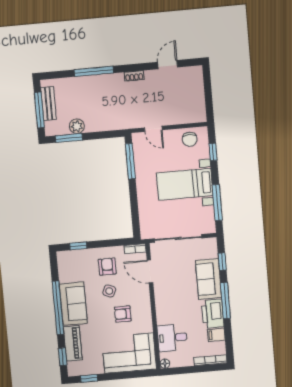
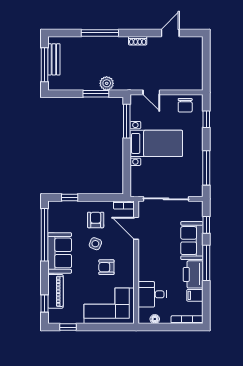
plant: (77, 126) -> (107, 83), moved
window: (69, 138) -> (96, 94), moved
bed with nightstands: (185, 184) -> (156, 143), moved, turned 180
window: (58, 308) -> (44, 235), moved
floor lamp: (165, 364) -> (155, 319), moved

